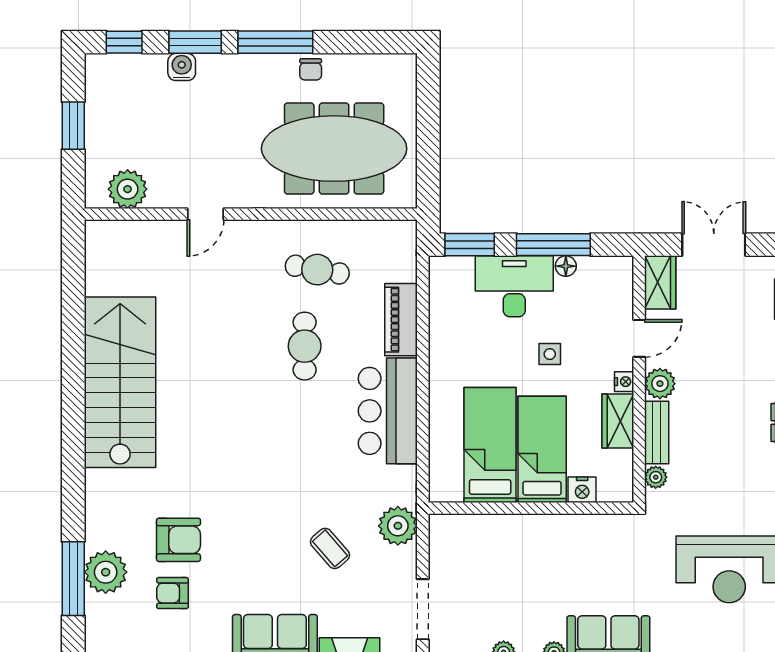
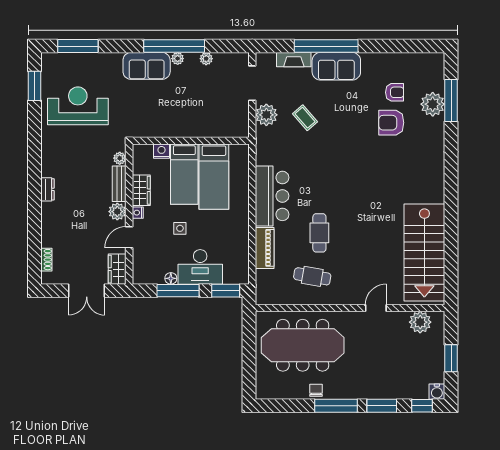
water cooler: (182, 67) -> (437, 392), moved
stairs: (120, 382) -> (424, 252), moved
plant: (398, 526) -> (266, 115), moved

